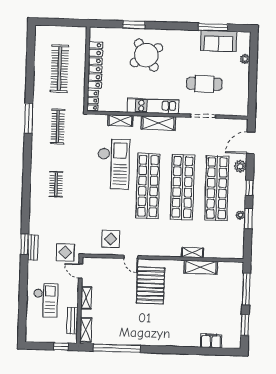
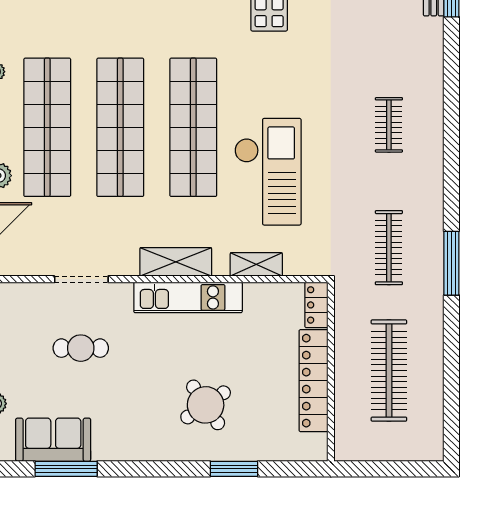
round table: (146, 55) -> (206, 405), width x0.73, depth x0.73
cafe table: (204, 84) -> (81, 348), width x0.73, depth x0.74
checkout: (114, 164) -> (268, 172), turned 180

